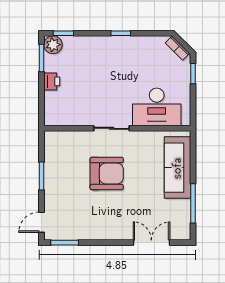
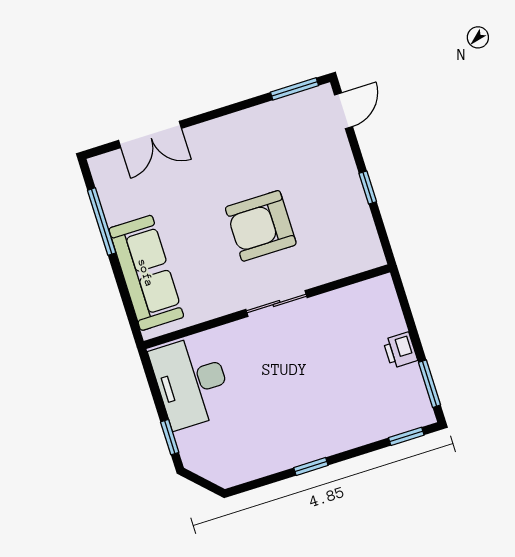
plant: (53, 45) -> (417, 412), removed
bookcase: (177, 48) -> (209, 471), removed
desk: (157, 107) -> (191, 382), moved, turned -90
window: (42, 176) -> (368, 187), width x0.67

